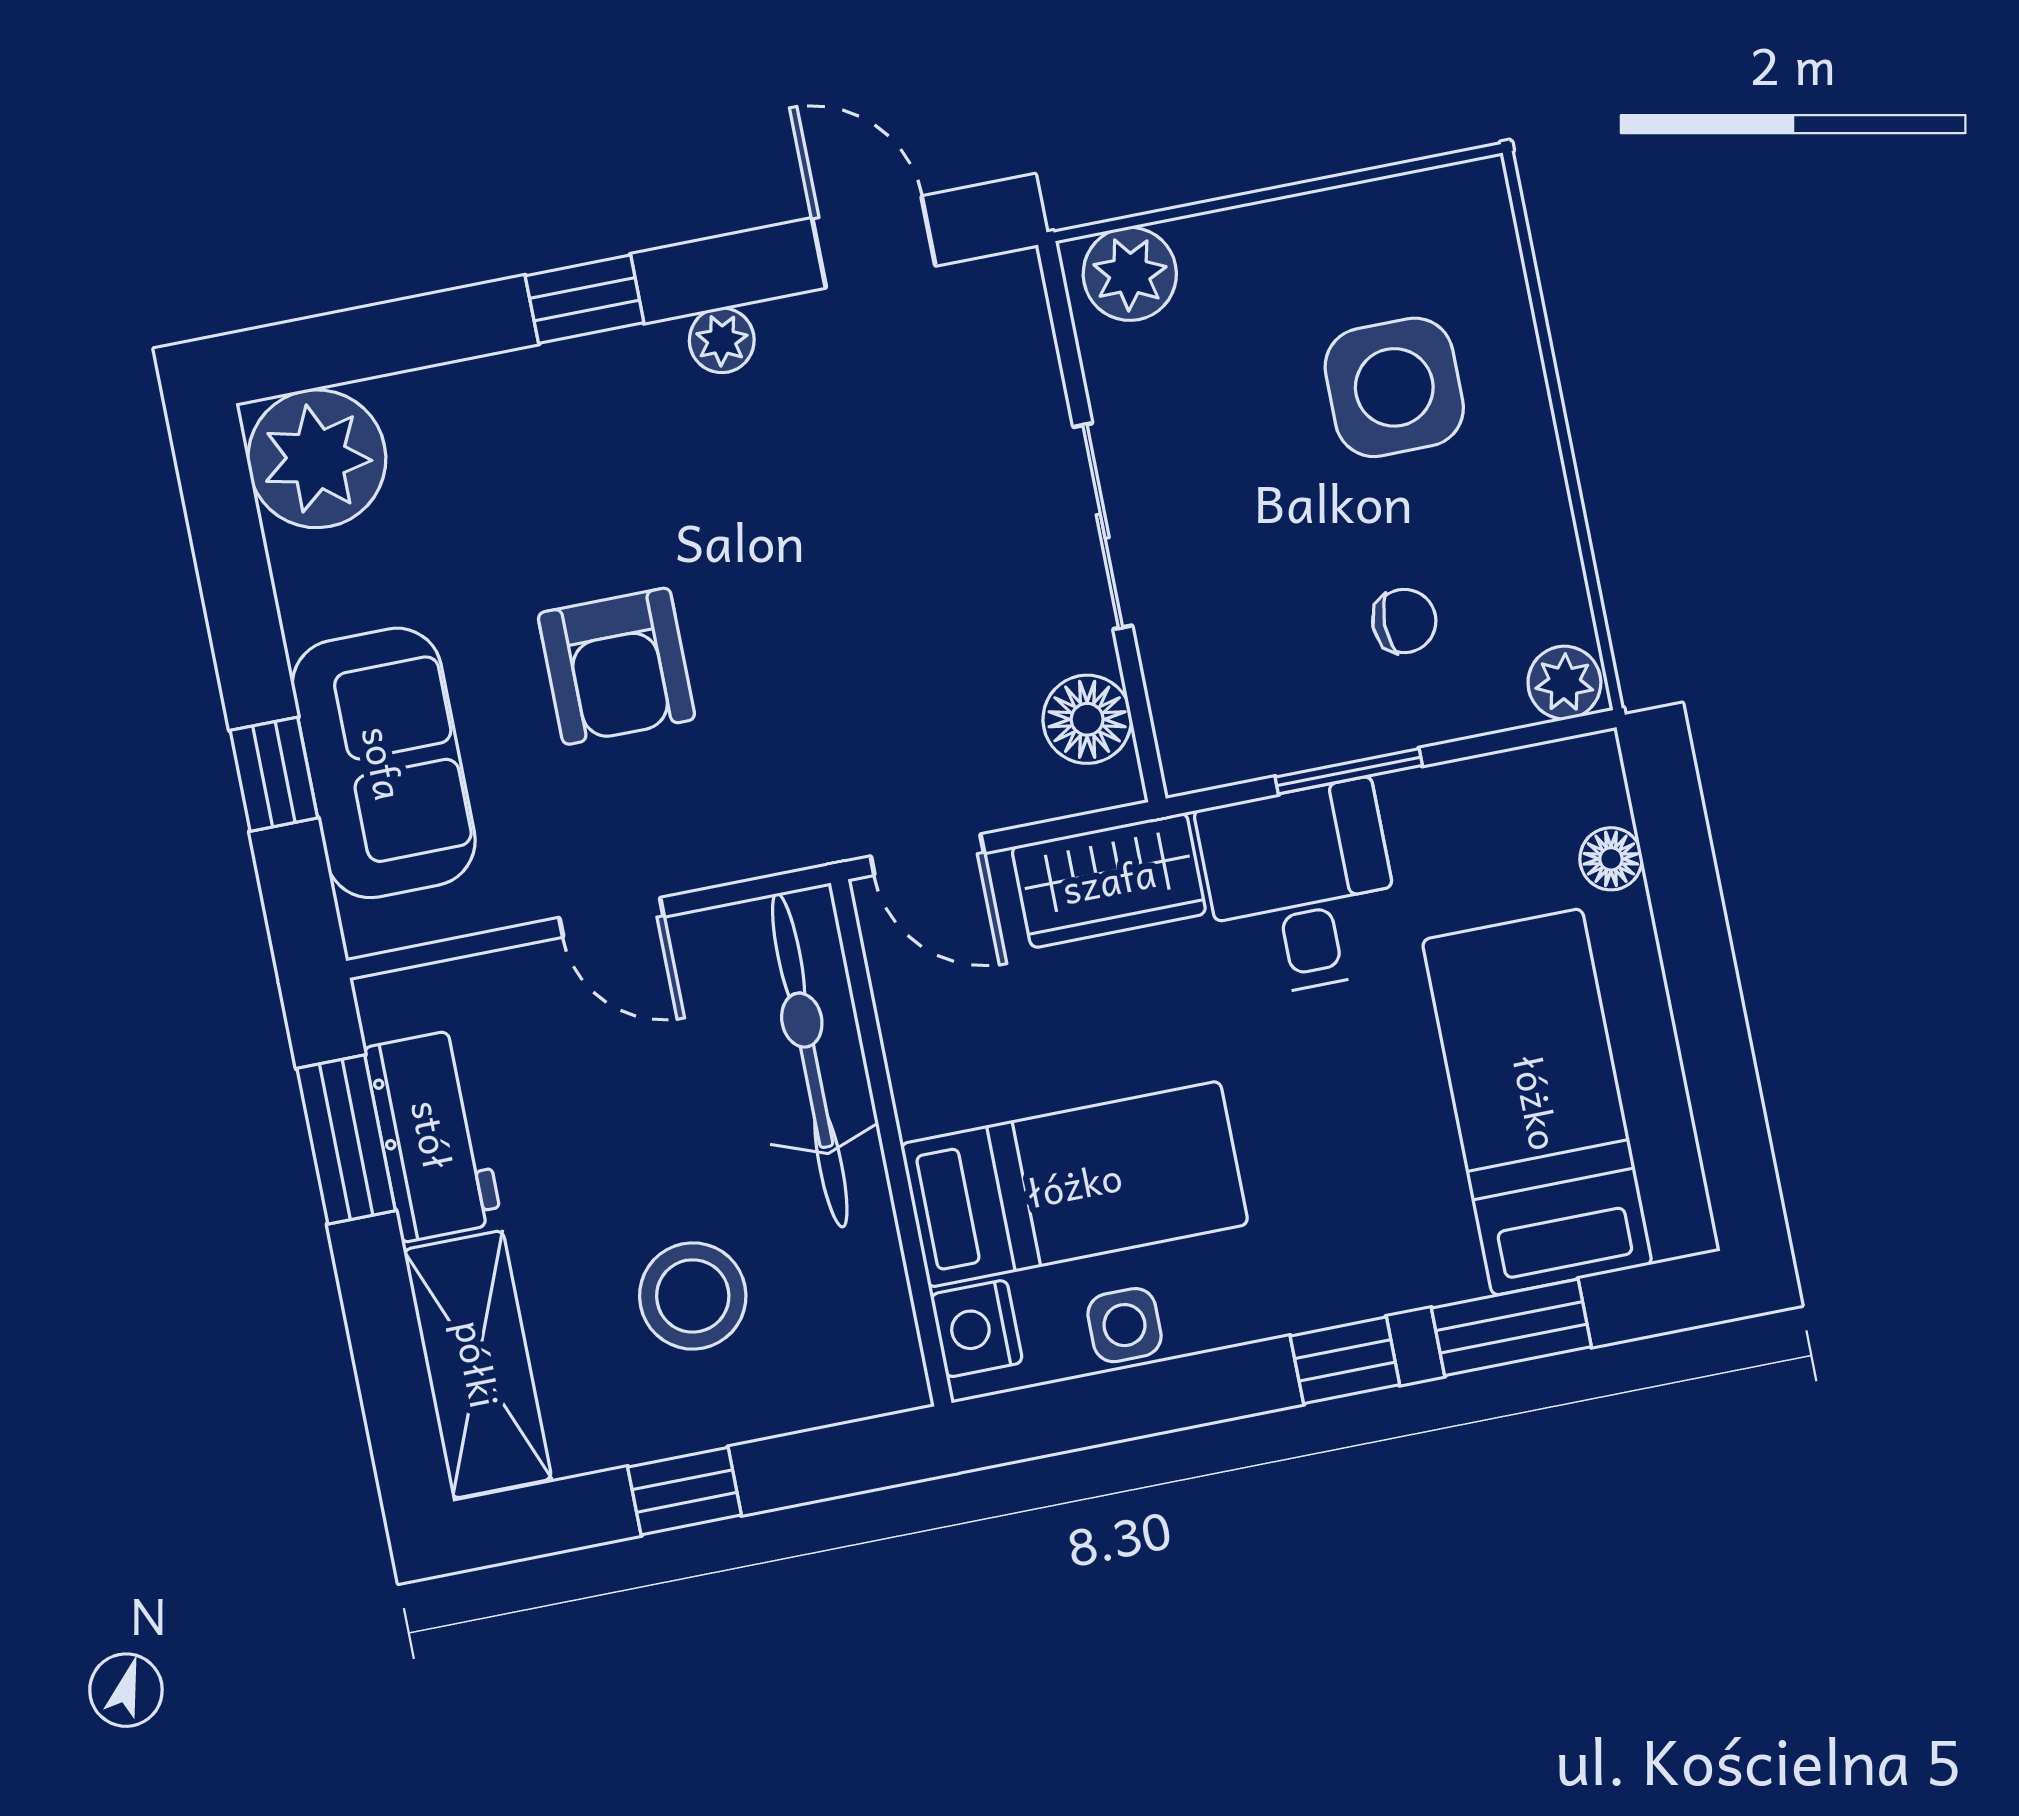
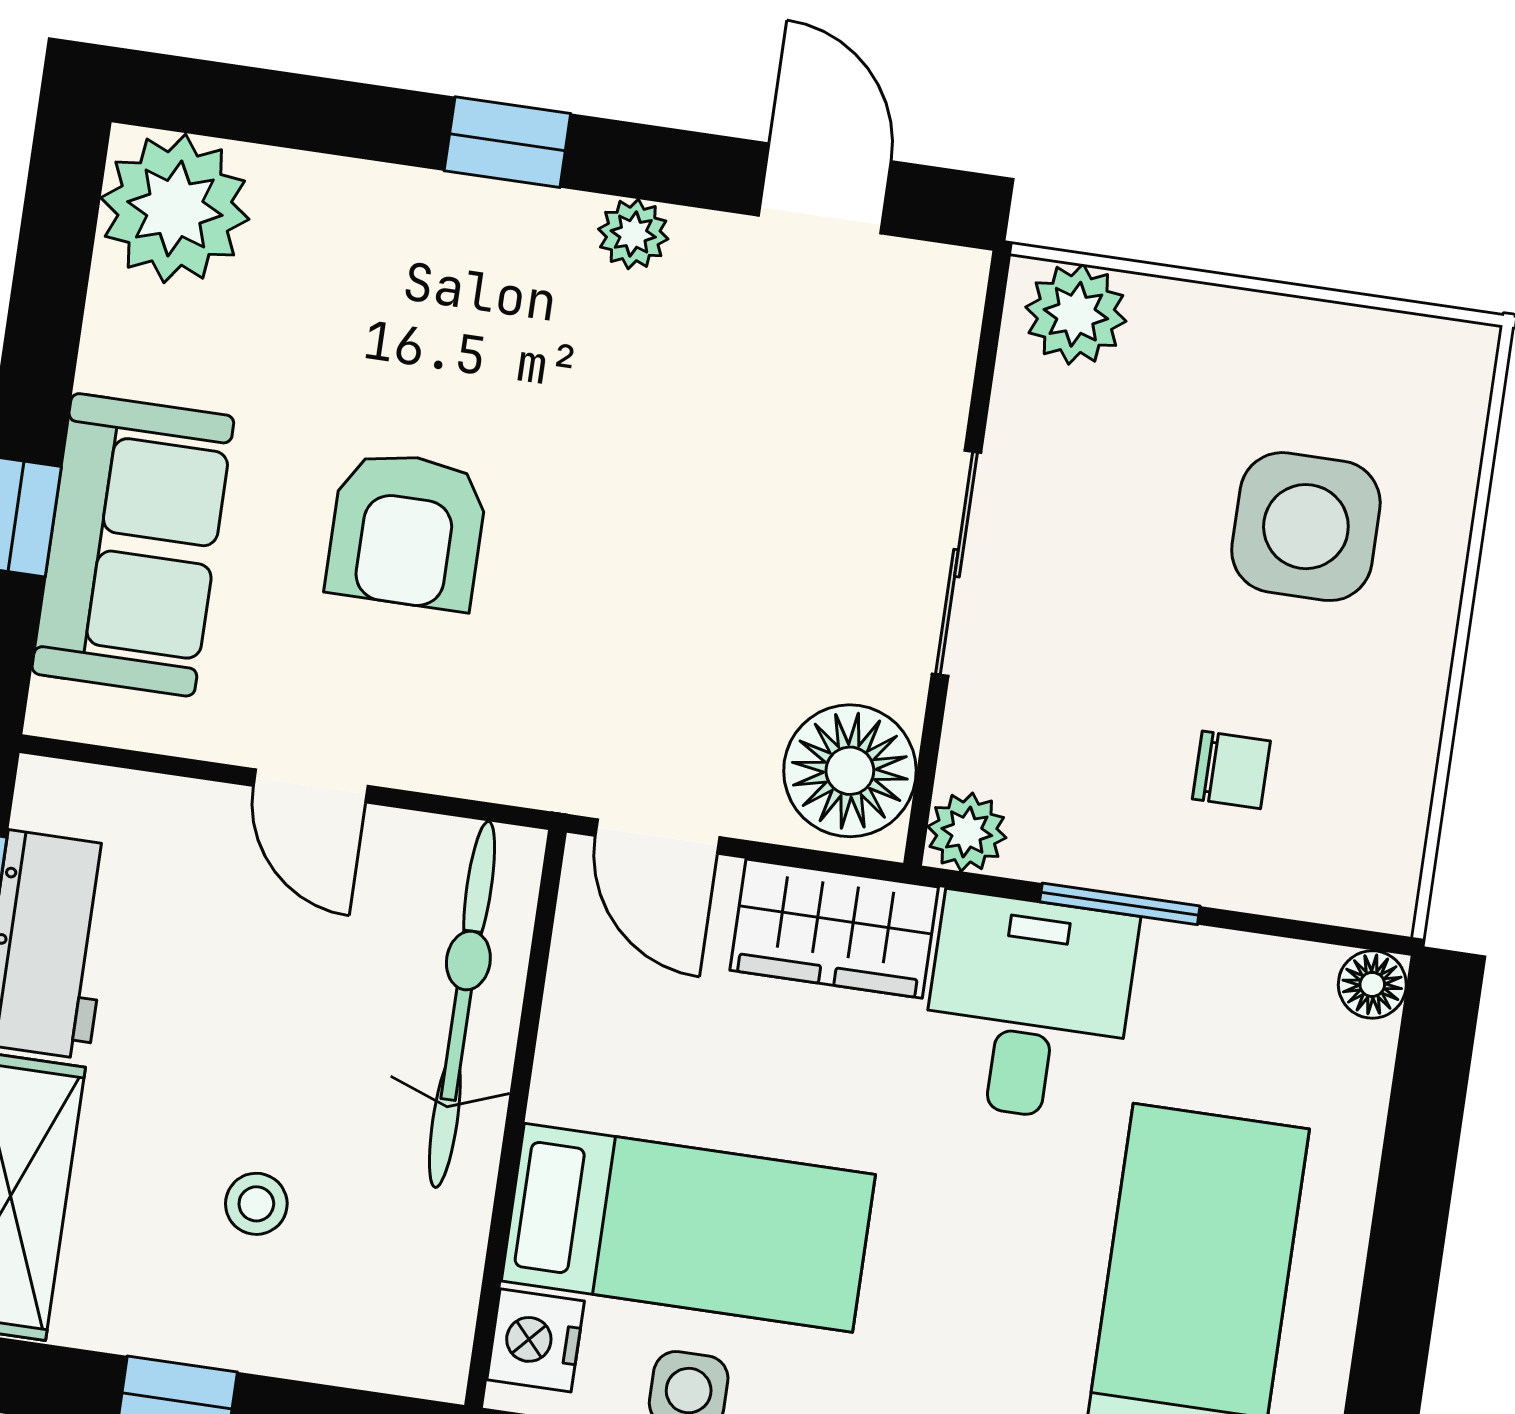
plant: (1564, 683) -> (967, 832), moved
floor lamp: (1087, 719) -> (850, 771), width x1.38, depth x1.38
floor lamp: (1611, 859) -> (1372, 984), moved
stool: (693, 1296) -> (256, 1204), width x0.53, depth x0.53

